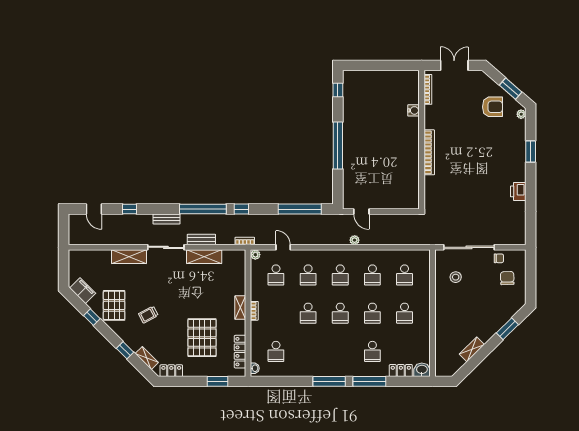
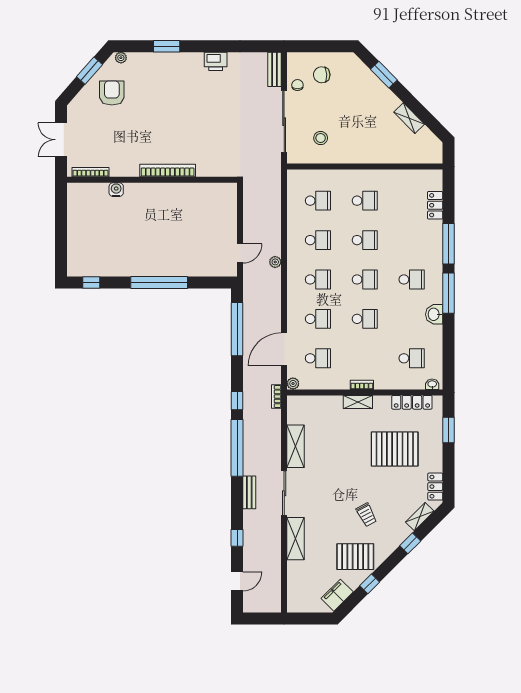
bench: (201, 240) -> (275, 69), moved
door: (283, 247) -> (284, 349), width x1.88
school desk: (372, 351) -> (412, 279), moved
washbasin: (422, 370) -> (434, 314), moved

